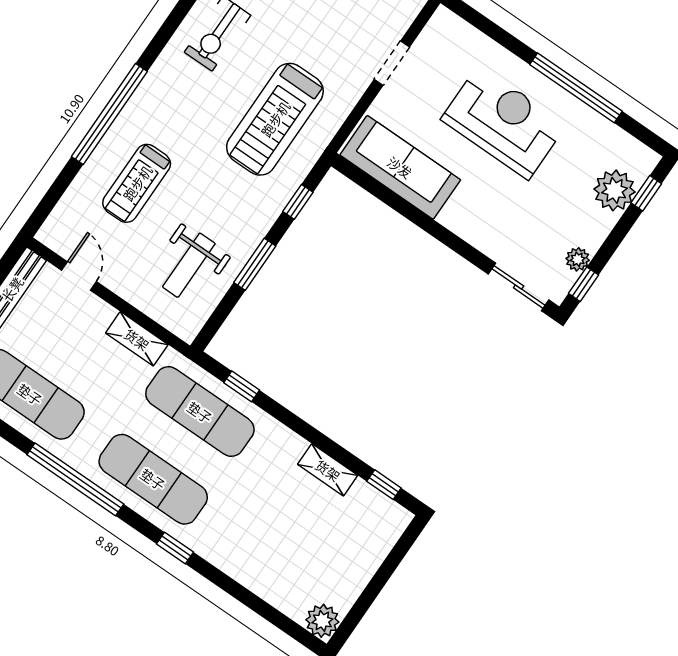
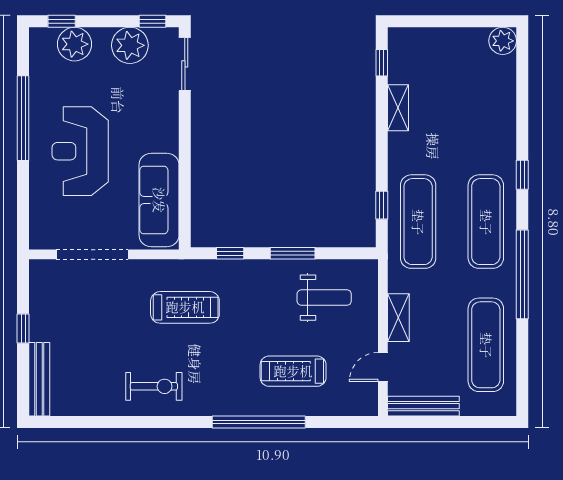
doorway: (392, 63) -> (92, 254), width x1.87
treadmill: (275, 119) -> (185, 307), width x0.73, depth x0.73
treadmill: (137, 183) -> (293, 371), turned 180
plant: (578, 259) -> (130, 45), width x1.88, depth x1.88
shelving: (137, 339) -> (398, 318), moved

